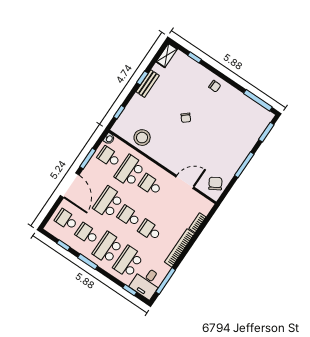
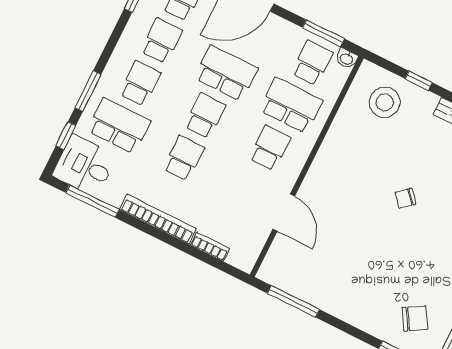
window: (119, 112) -> (419, 81), moved
stool: (142, 138) -> (385, 102), moved
window: (88, 159) -> (324, 33), moved
window: (244, 165) -> (293, 301), moved
chair: (215, 183) -> (415, 319), moved
school desk: (108, 248) -> (140, 83), width x0.54
window: (88, 262) -> (88, 91), moved

